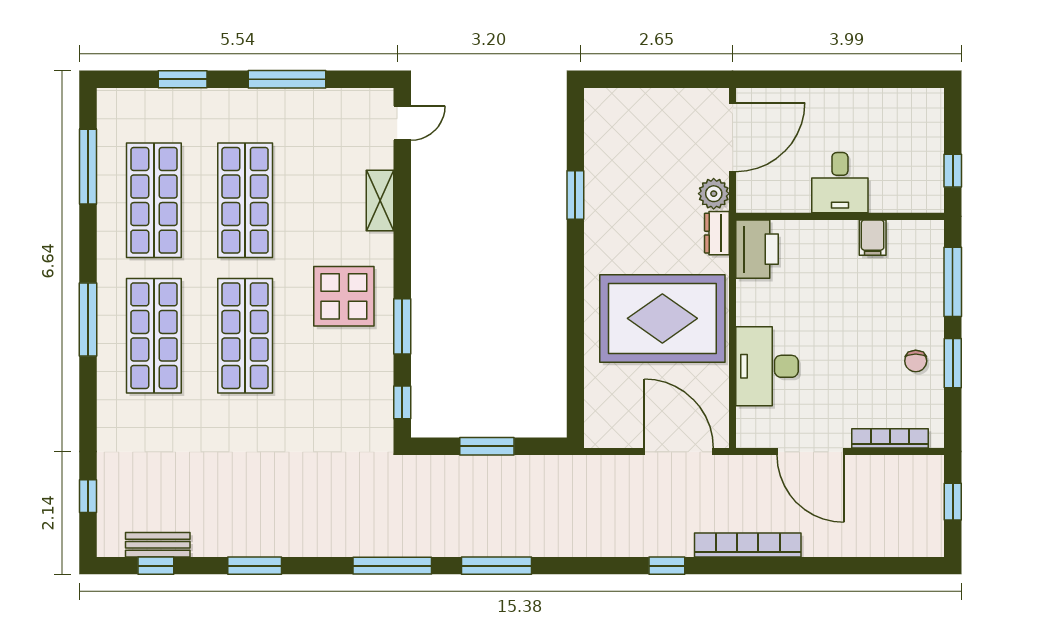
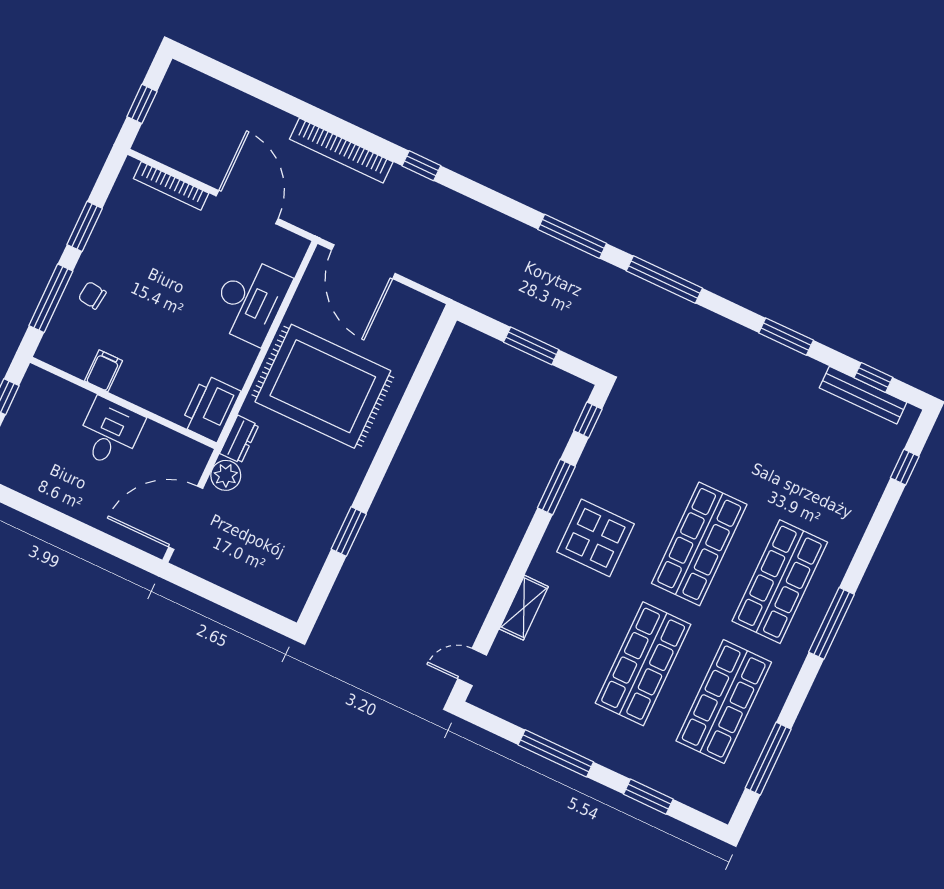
chair: (916, 361) -> (92, 295), moved, turned -83
bench: (158, 545) -> (863, 395), width x1.36

